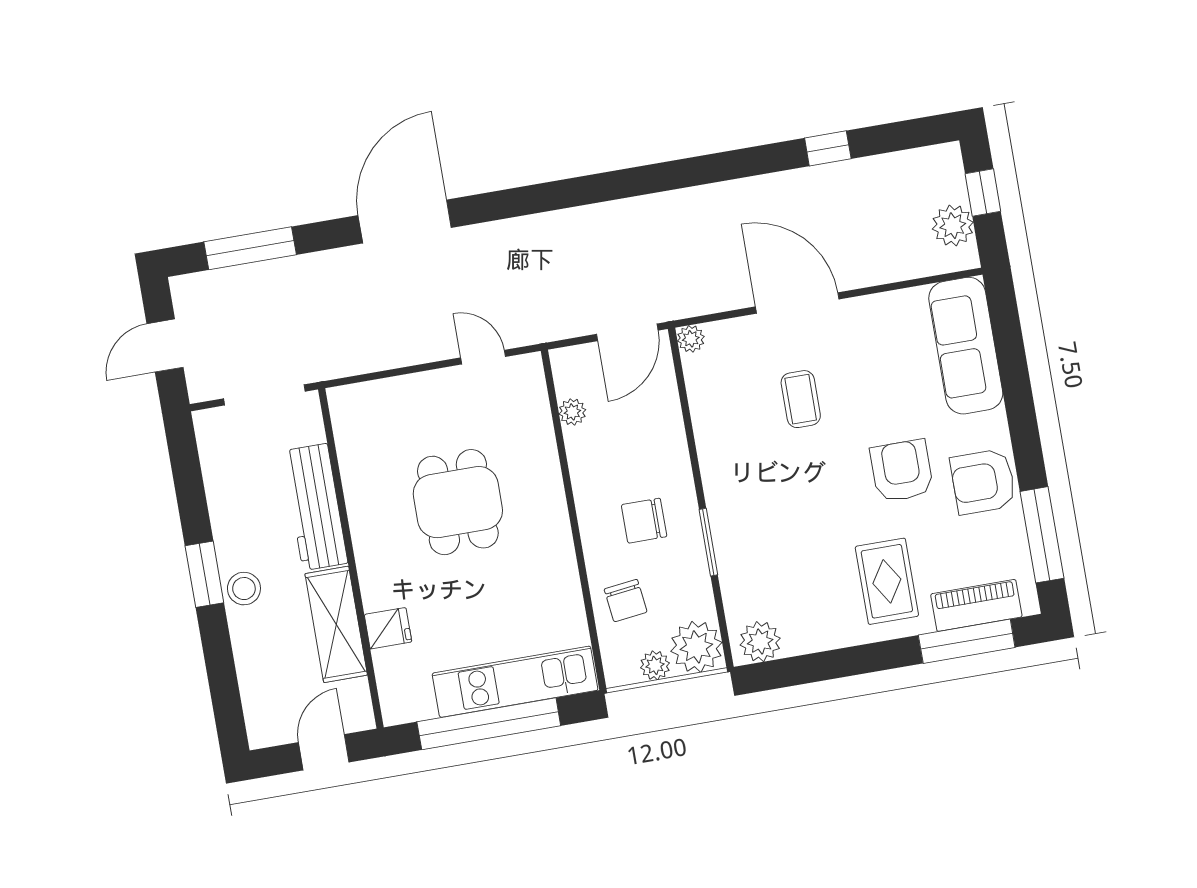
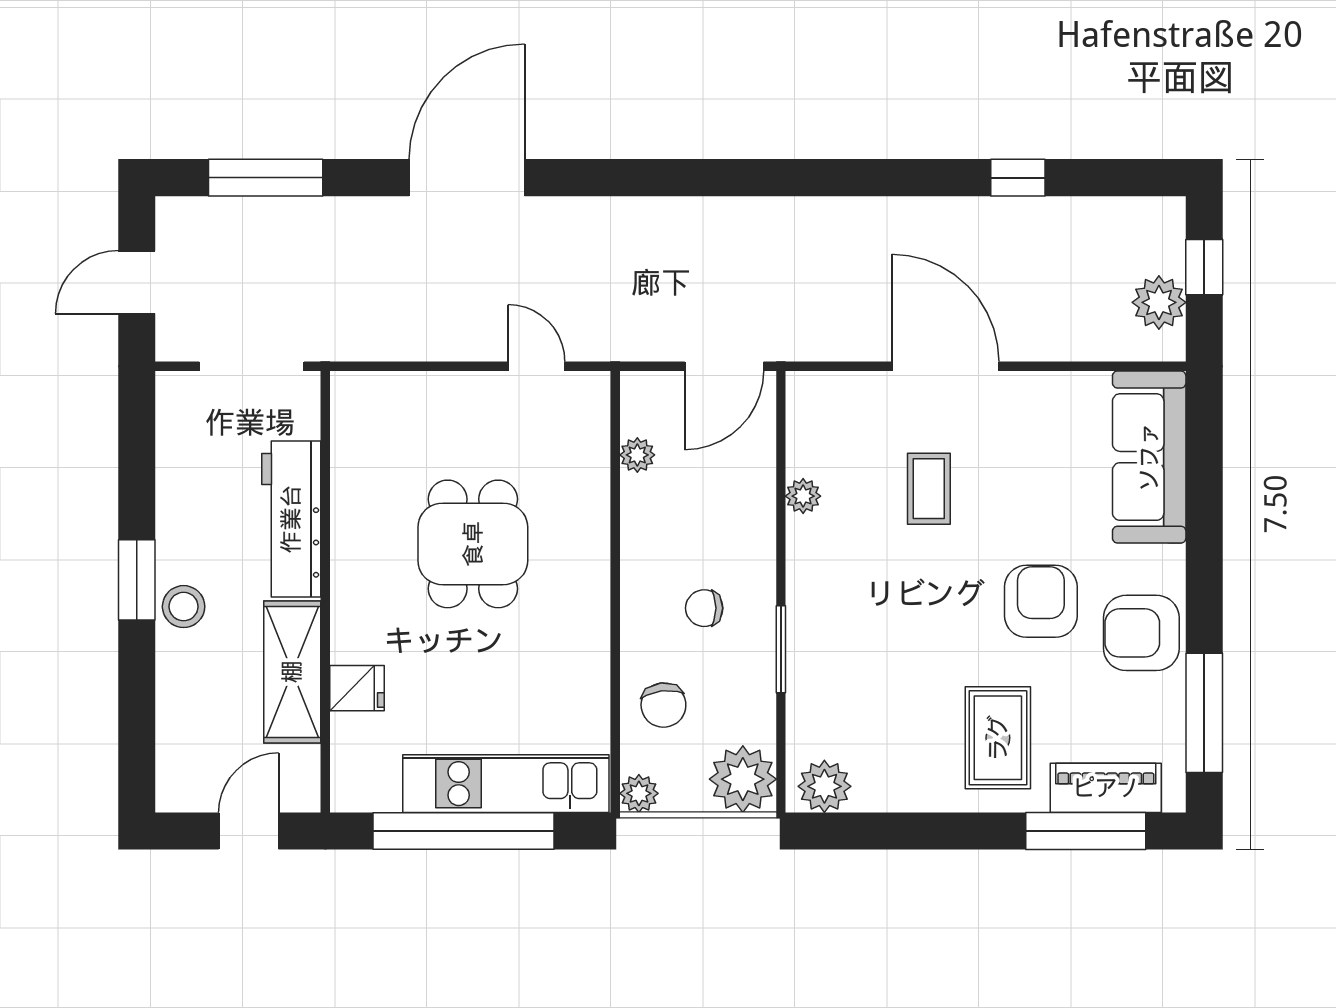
plant: (691, 339) -> (803, 496), moved
chair: (644, 521) -> (704, 608), width x0.73, depth x0.73
plant: (655, 665) -> (639, 793), moved

